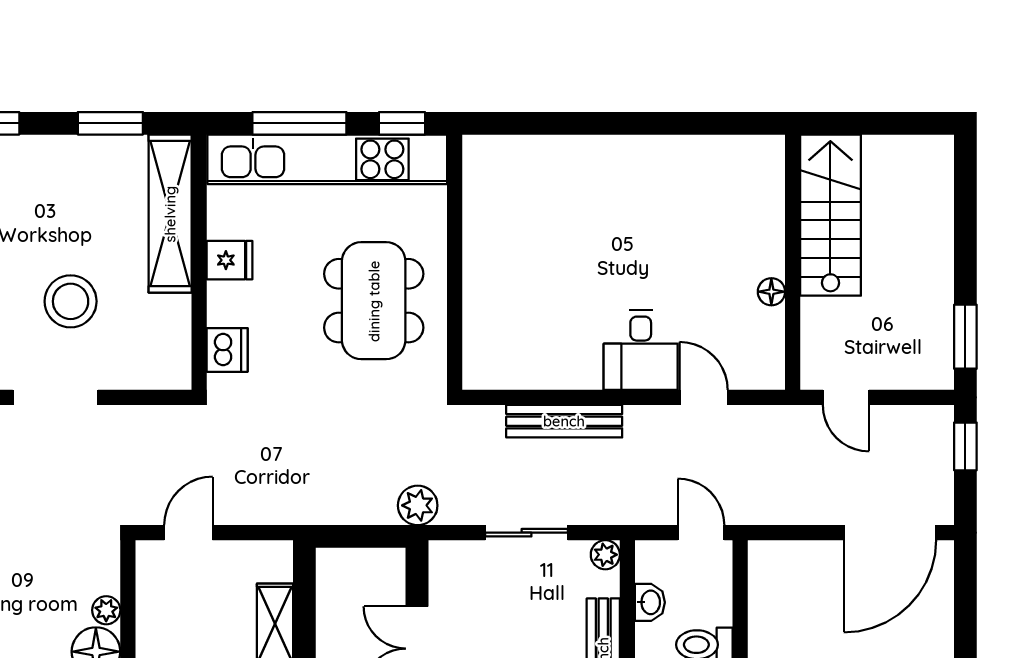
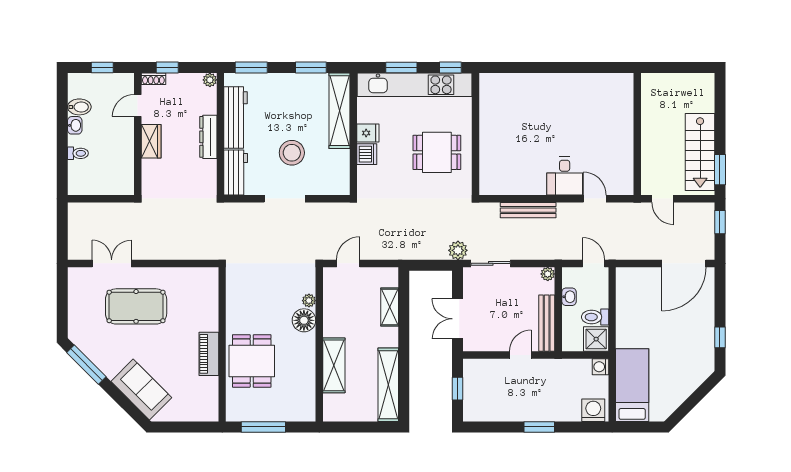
window: (299, 123) -> (401, 68), width x0.69
stairs: (830, 215) -> (700, 152), moved, turned 180
floor lamp: (771, 292) -> (627, 148), removed
dining table: (374, 301) -> (437, 152), width x0.73
dishwasher: (227, 350) -> (367, 154), moved
sliding door: (526, 533) -> (491, 263), moved

